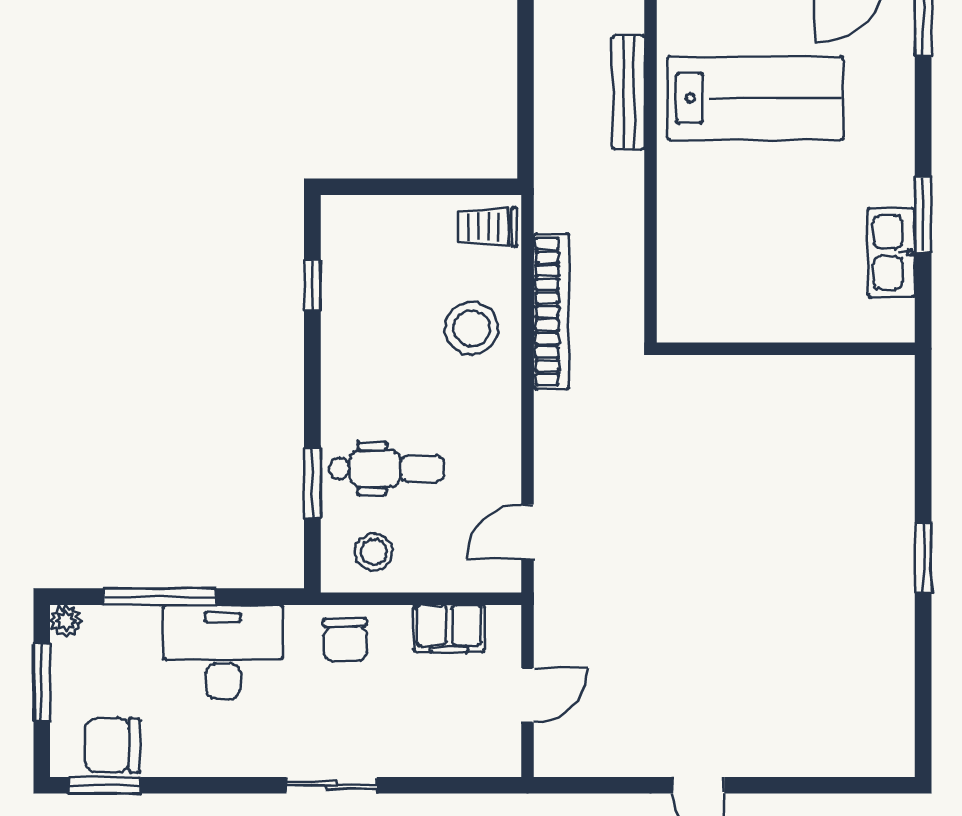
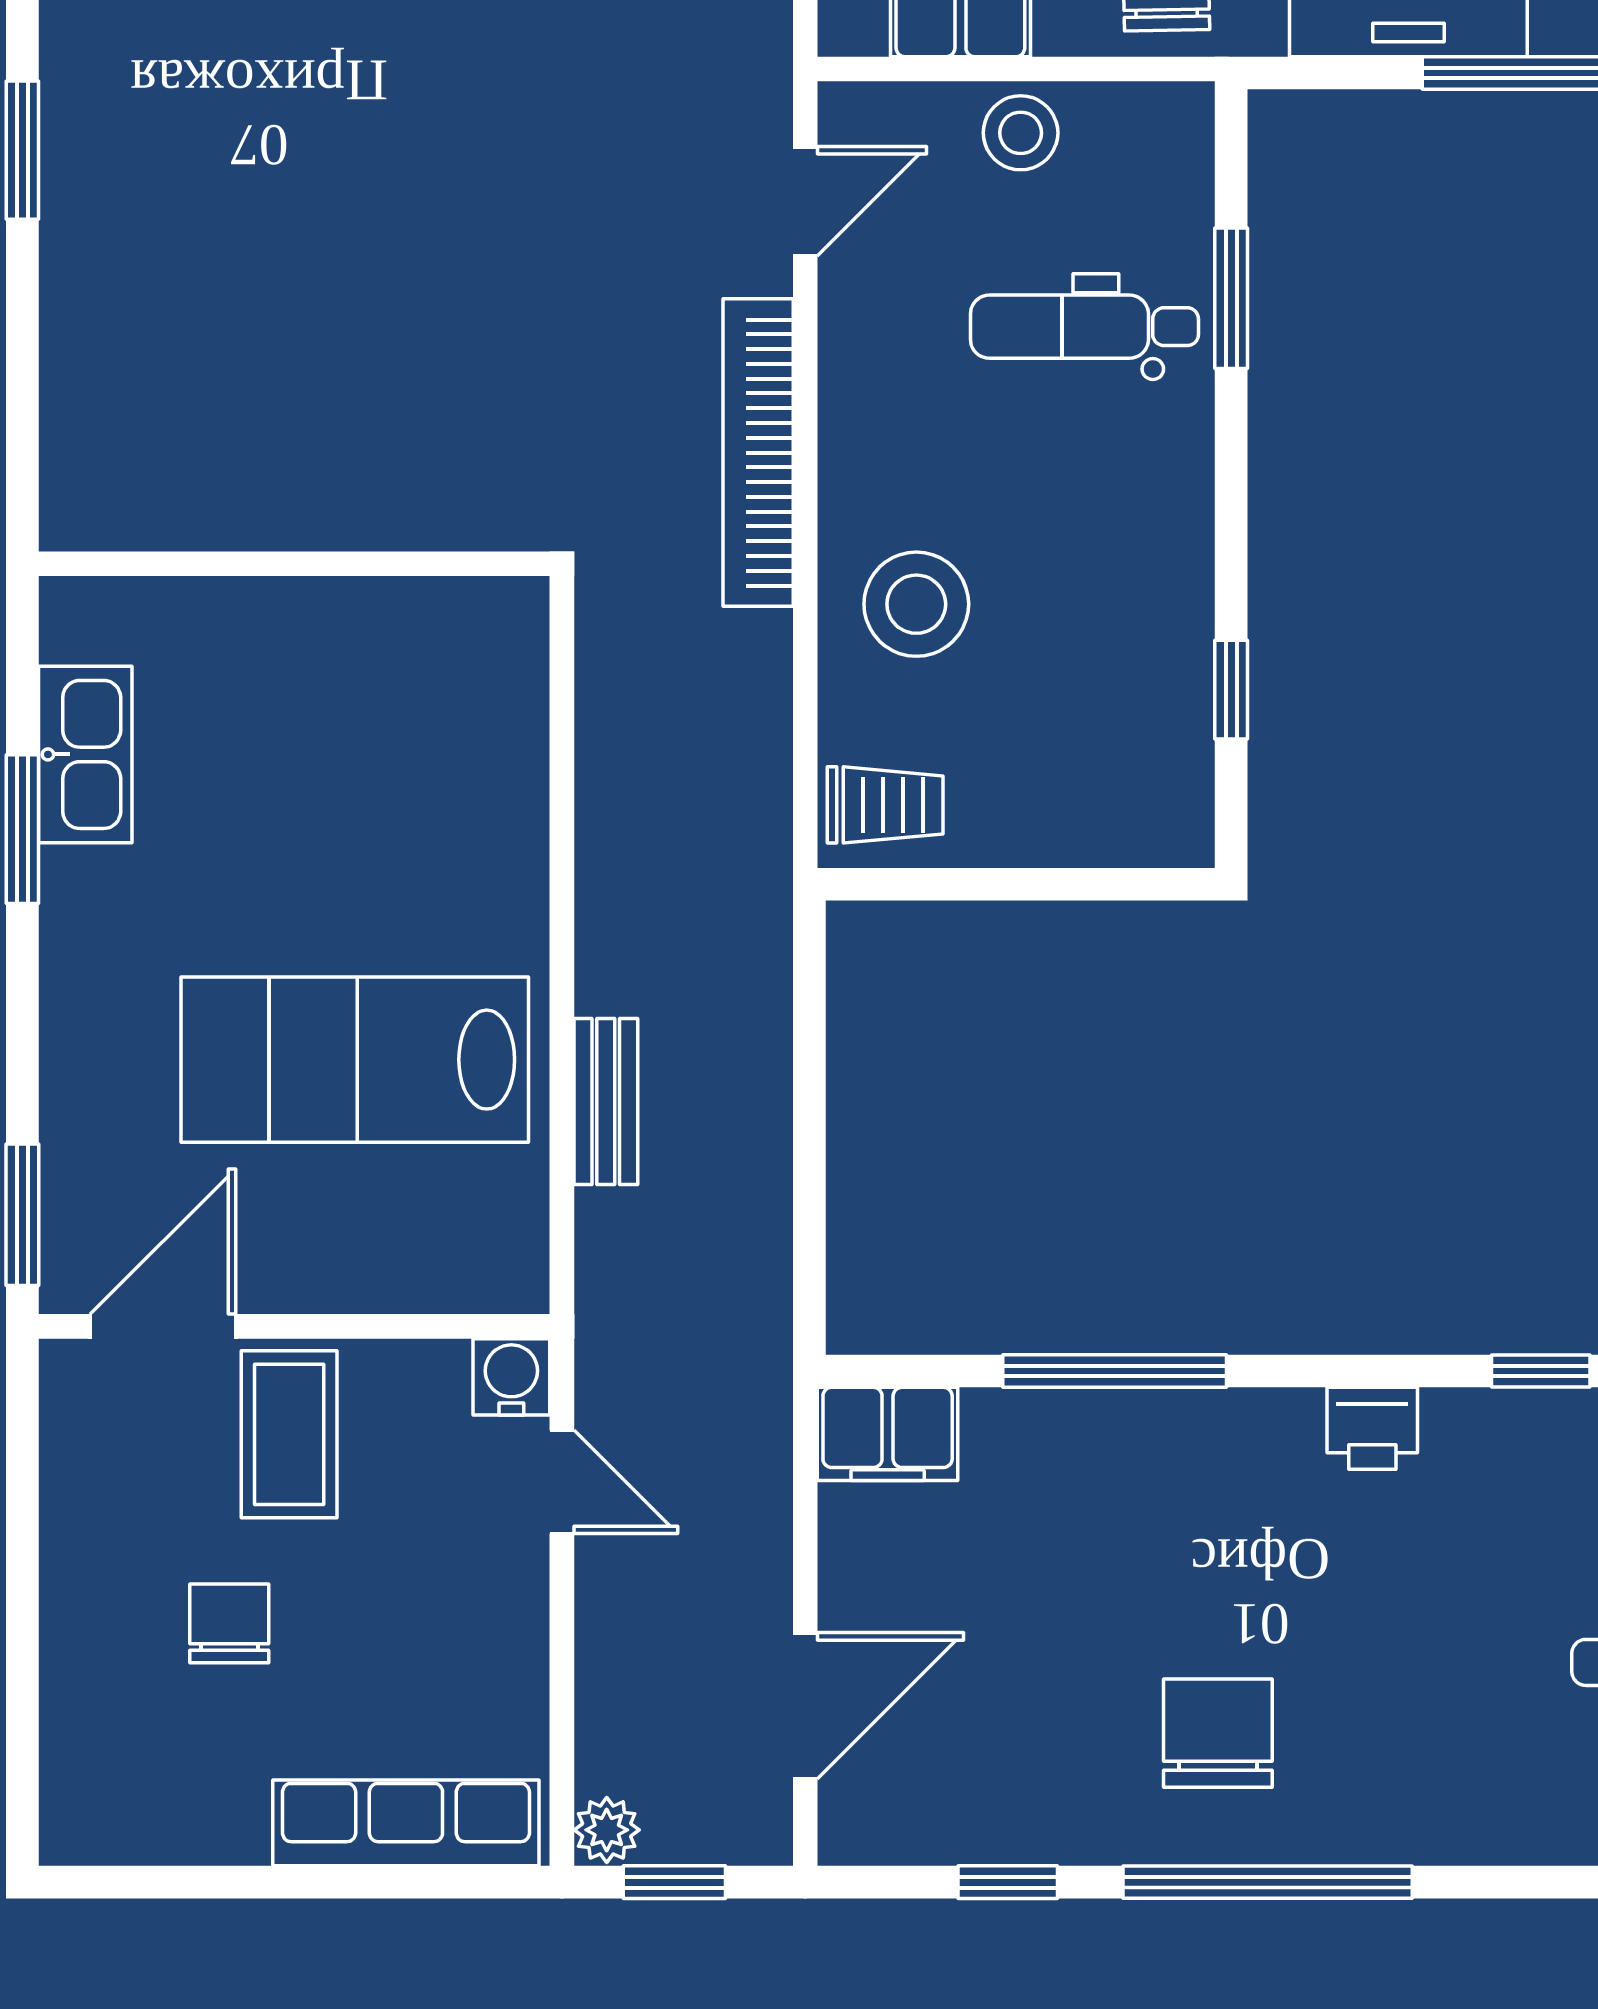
bench: (628, 92) -> (606, 1101), width x0.73
bookcase: (551, 312) -> (758, 453), moved
stool: (374, 552) -> (1021, 133), moved

